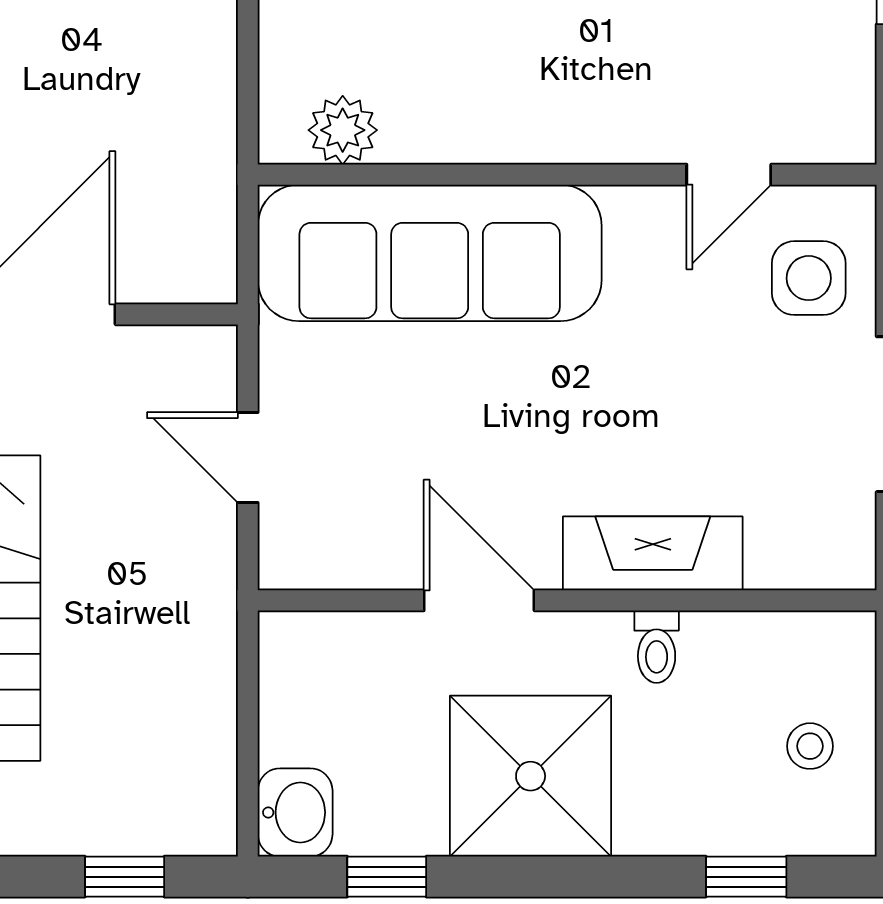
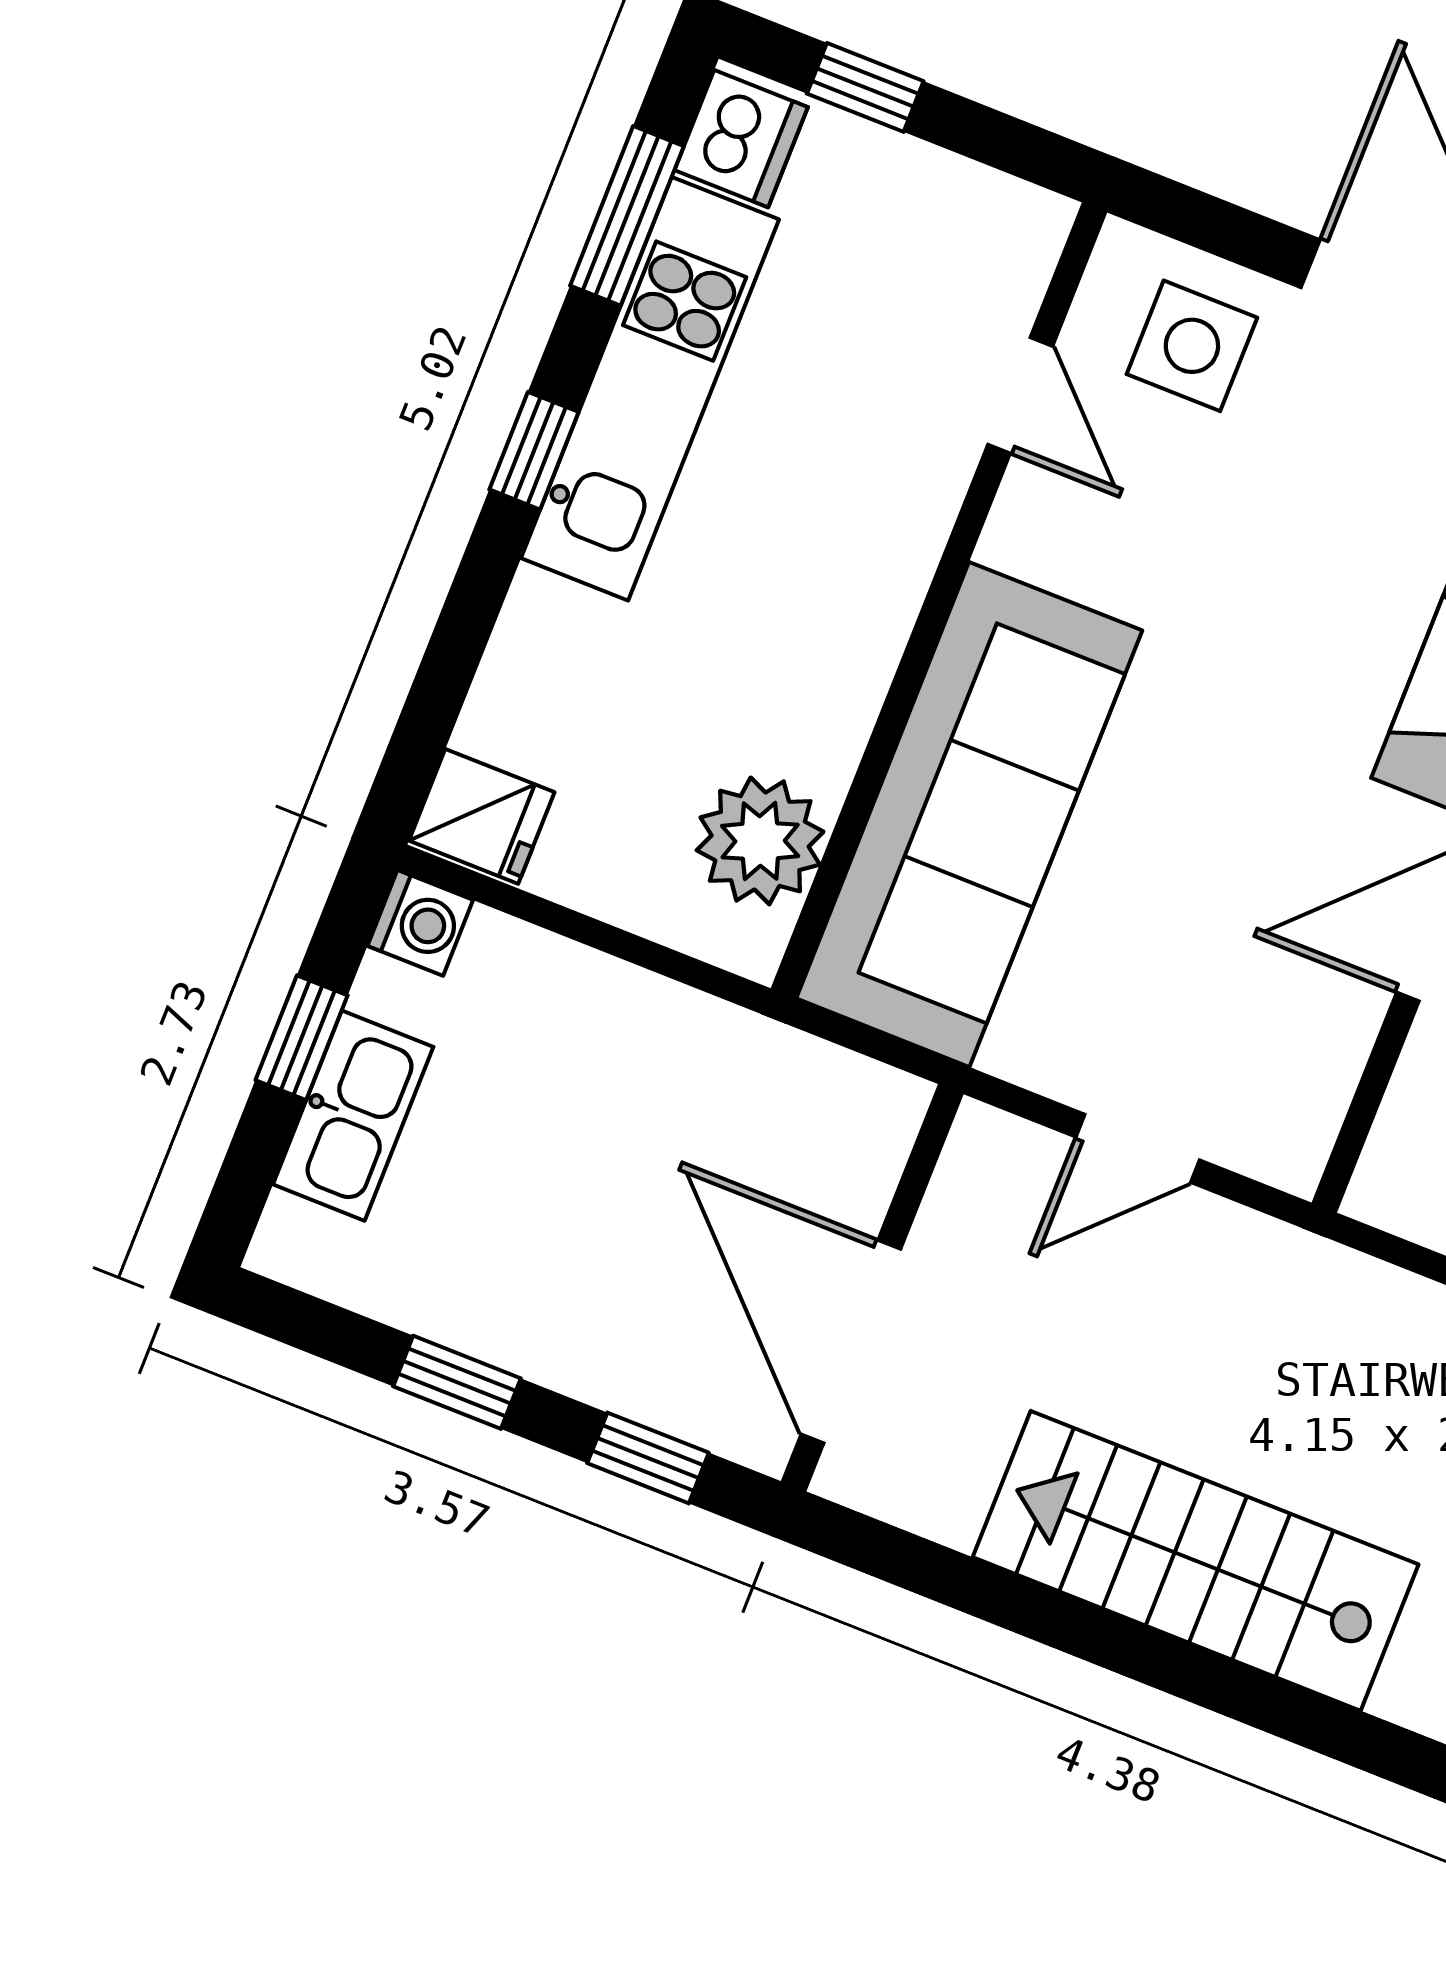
plant: (343, 130) -> (760, 841), width x1.36, depth x1.36

